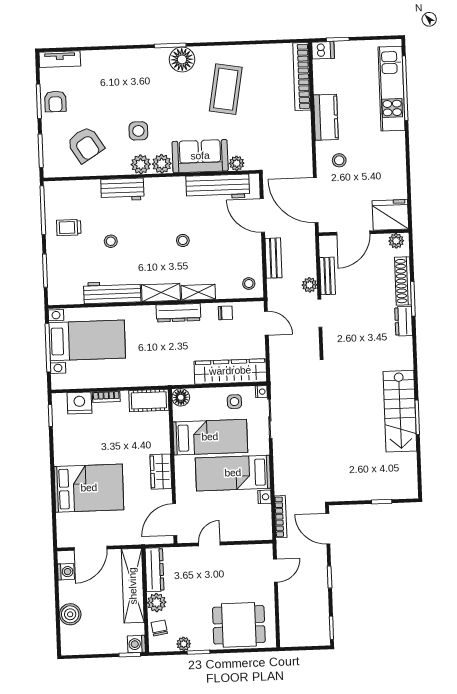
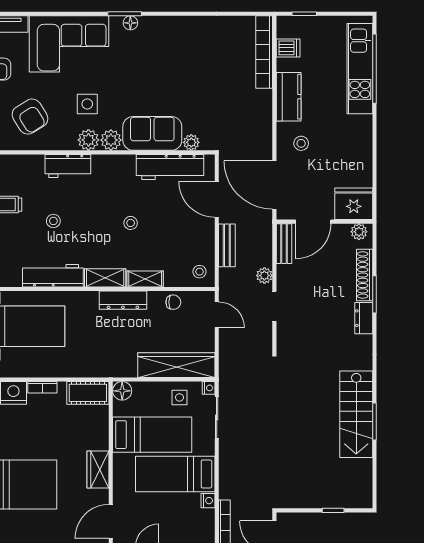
dishwasher: (323, 50) -> (288, 48), moved
floor lamp: (182, 59) -> (130, 23), width x0.53, depth x0.53
corner sofa: (119, 76) -> (69, 44), added
coffee table: (226, 89) -> (182, 63), removed
bench: (327, 276) -> (284, 244), moved

